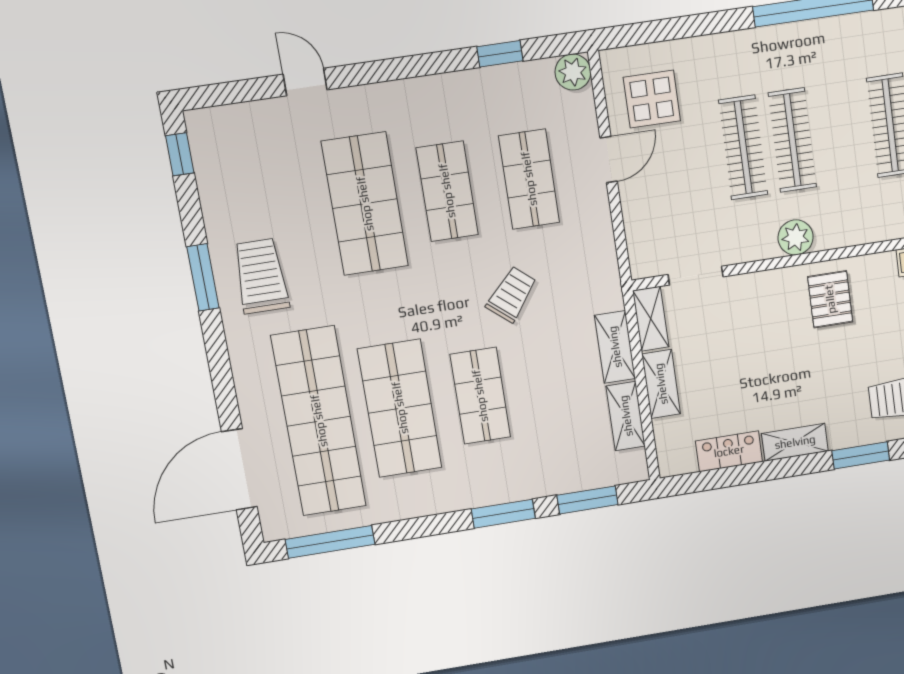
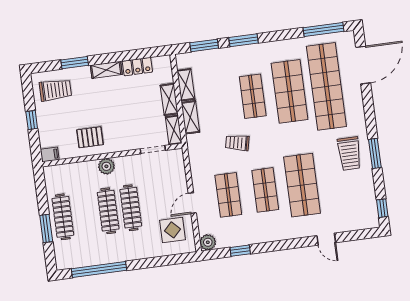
trolley: (512, 294) -> (237, 143), turned 62
pallet: (830, 299) -> (90, 137), turned 90

